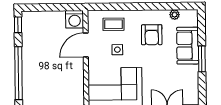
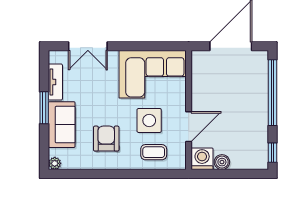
plant: (175, 15) -> (55, 163), moved
boiler: (59, 17) -> (222, 162), added
side table: (117, 50) -> (149, 120), width x1.87, depth x1.87
tv unit: (193, 80) -> (55, 82), added

